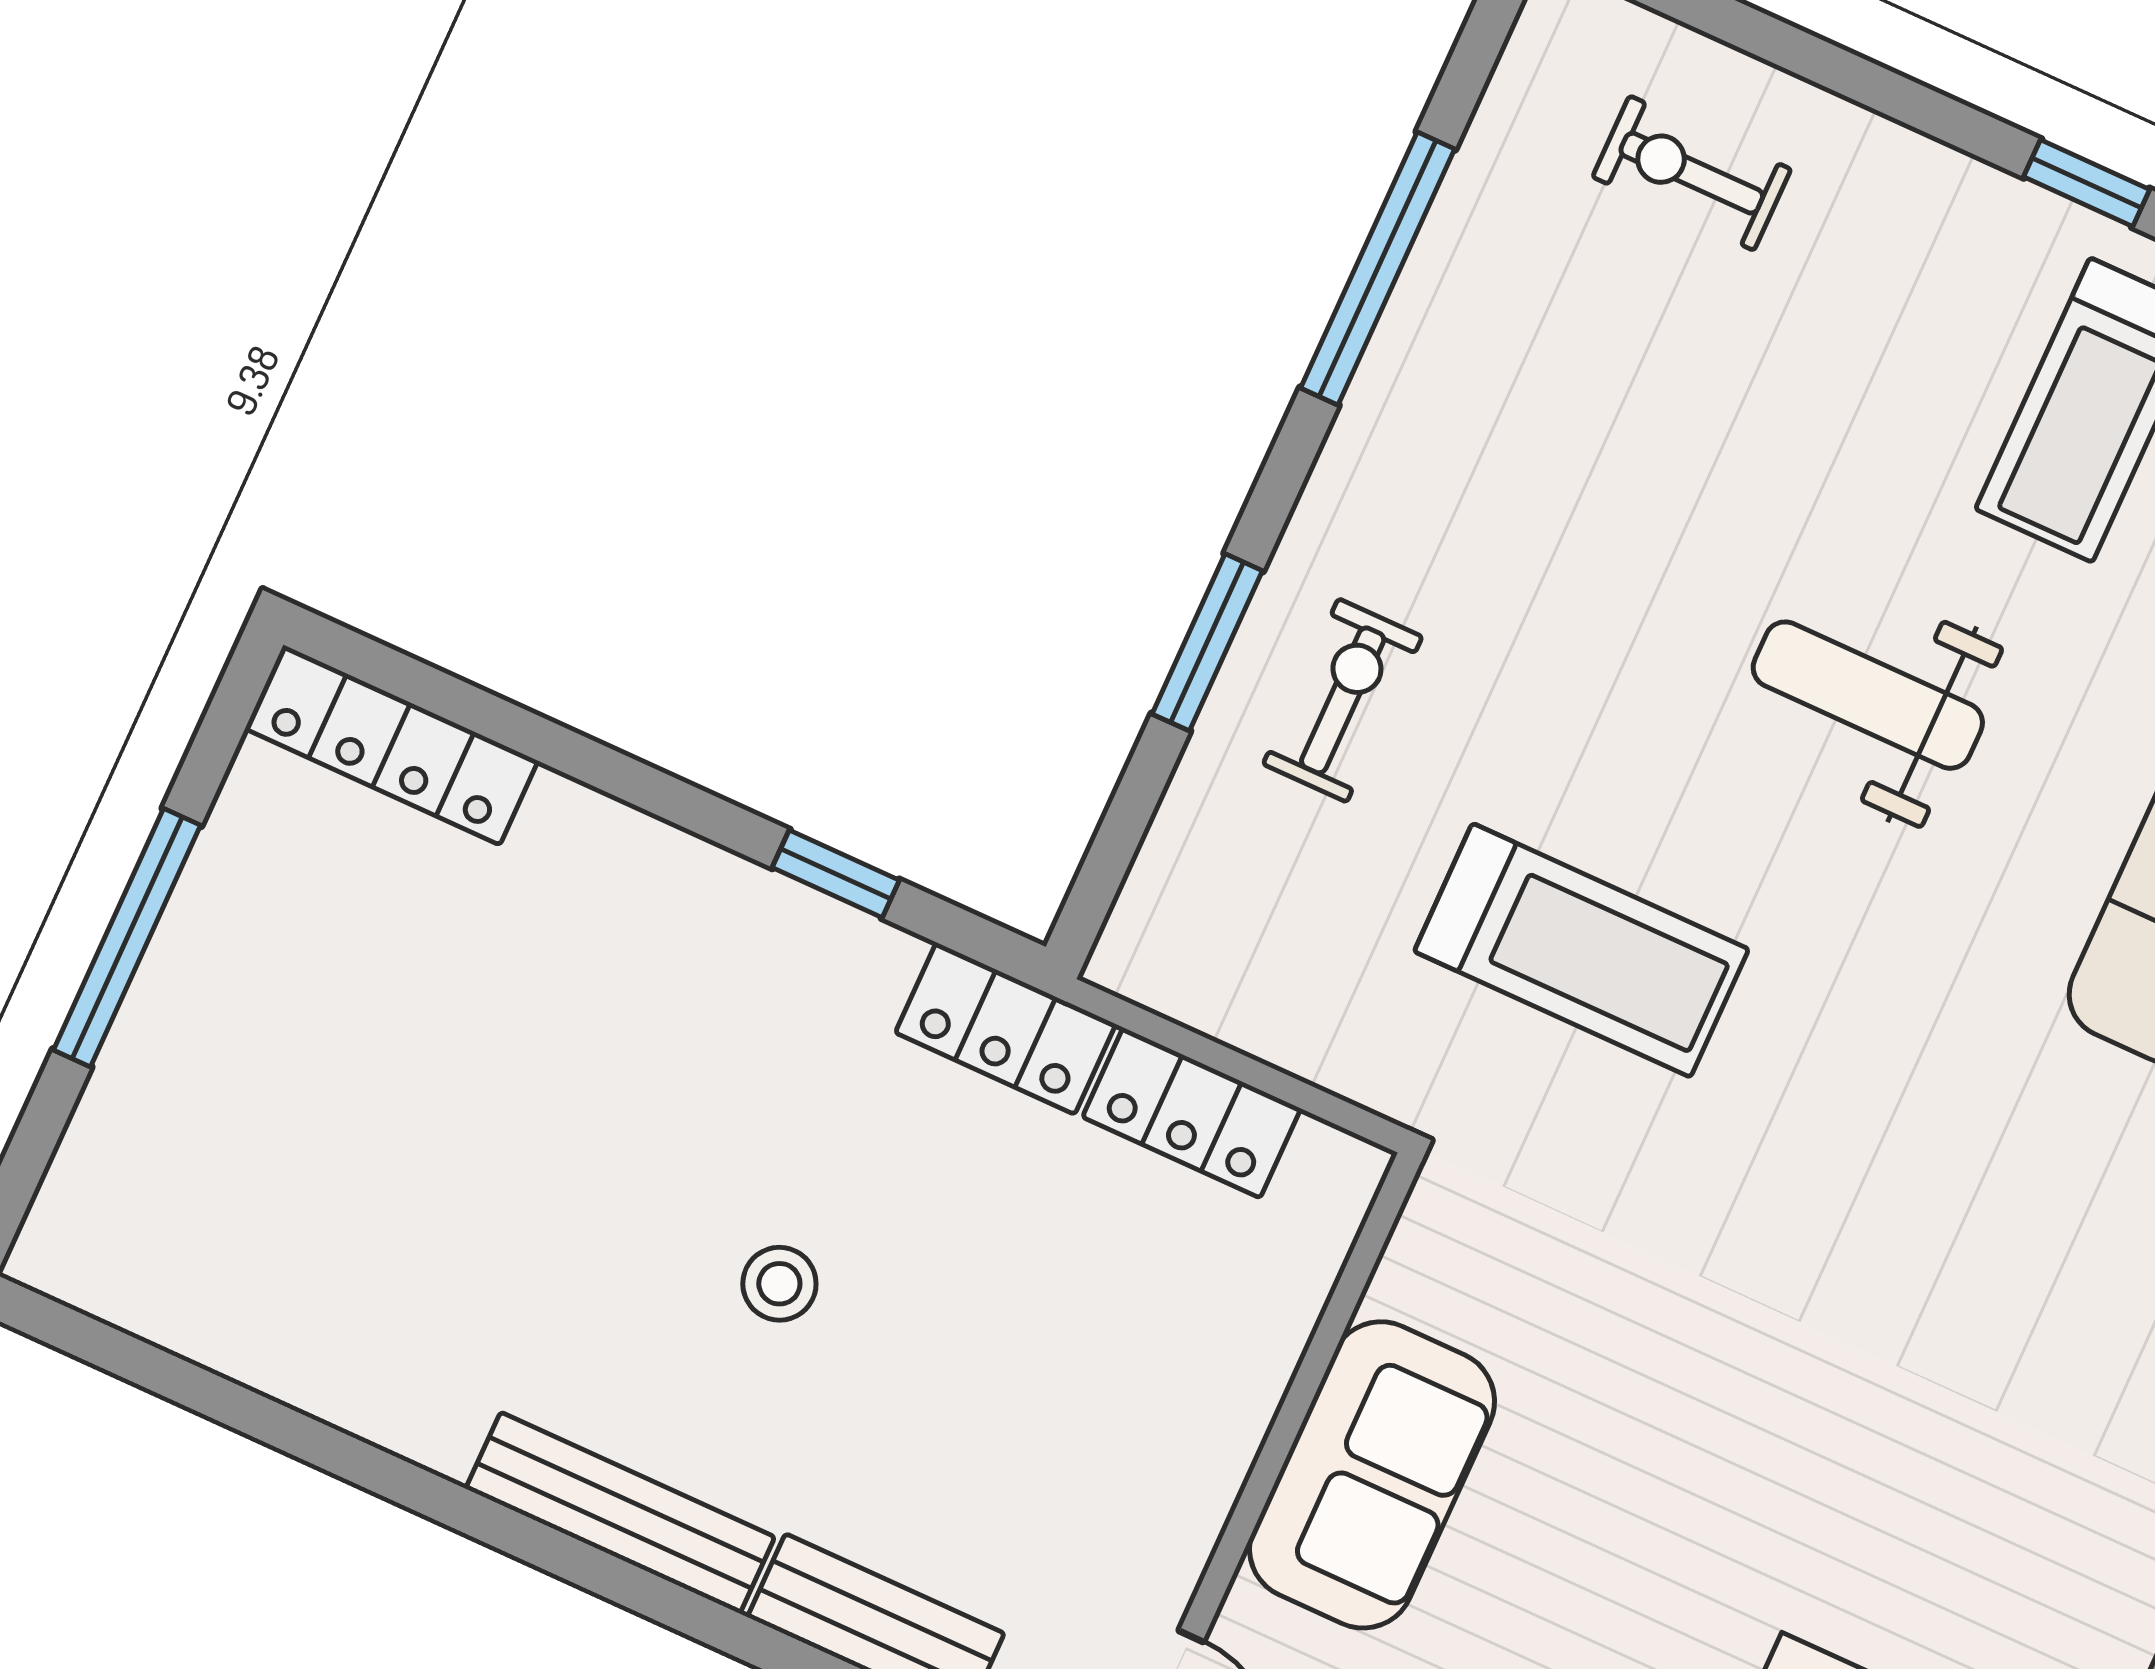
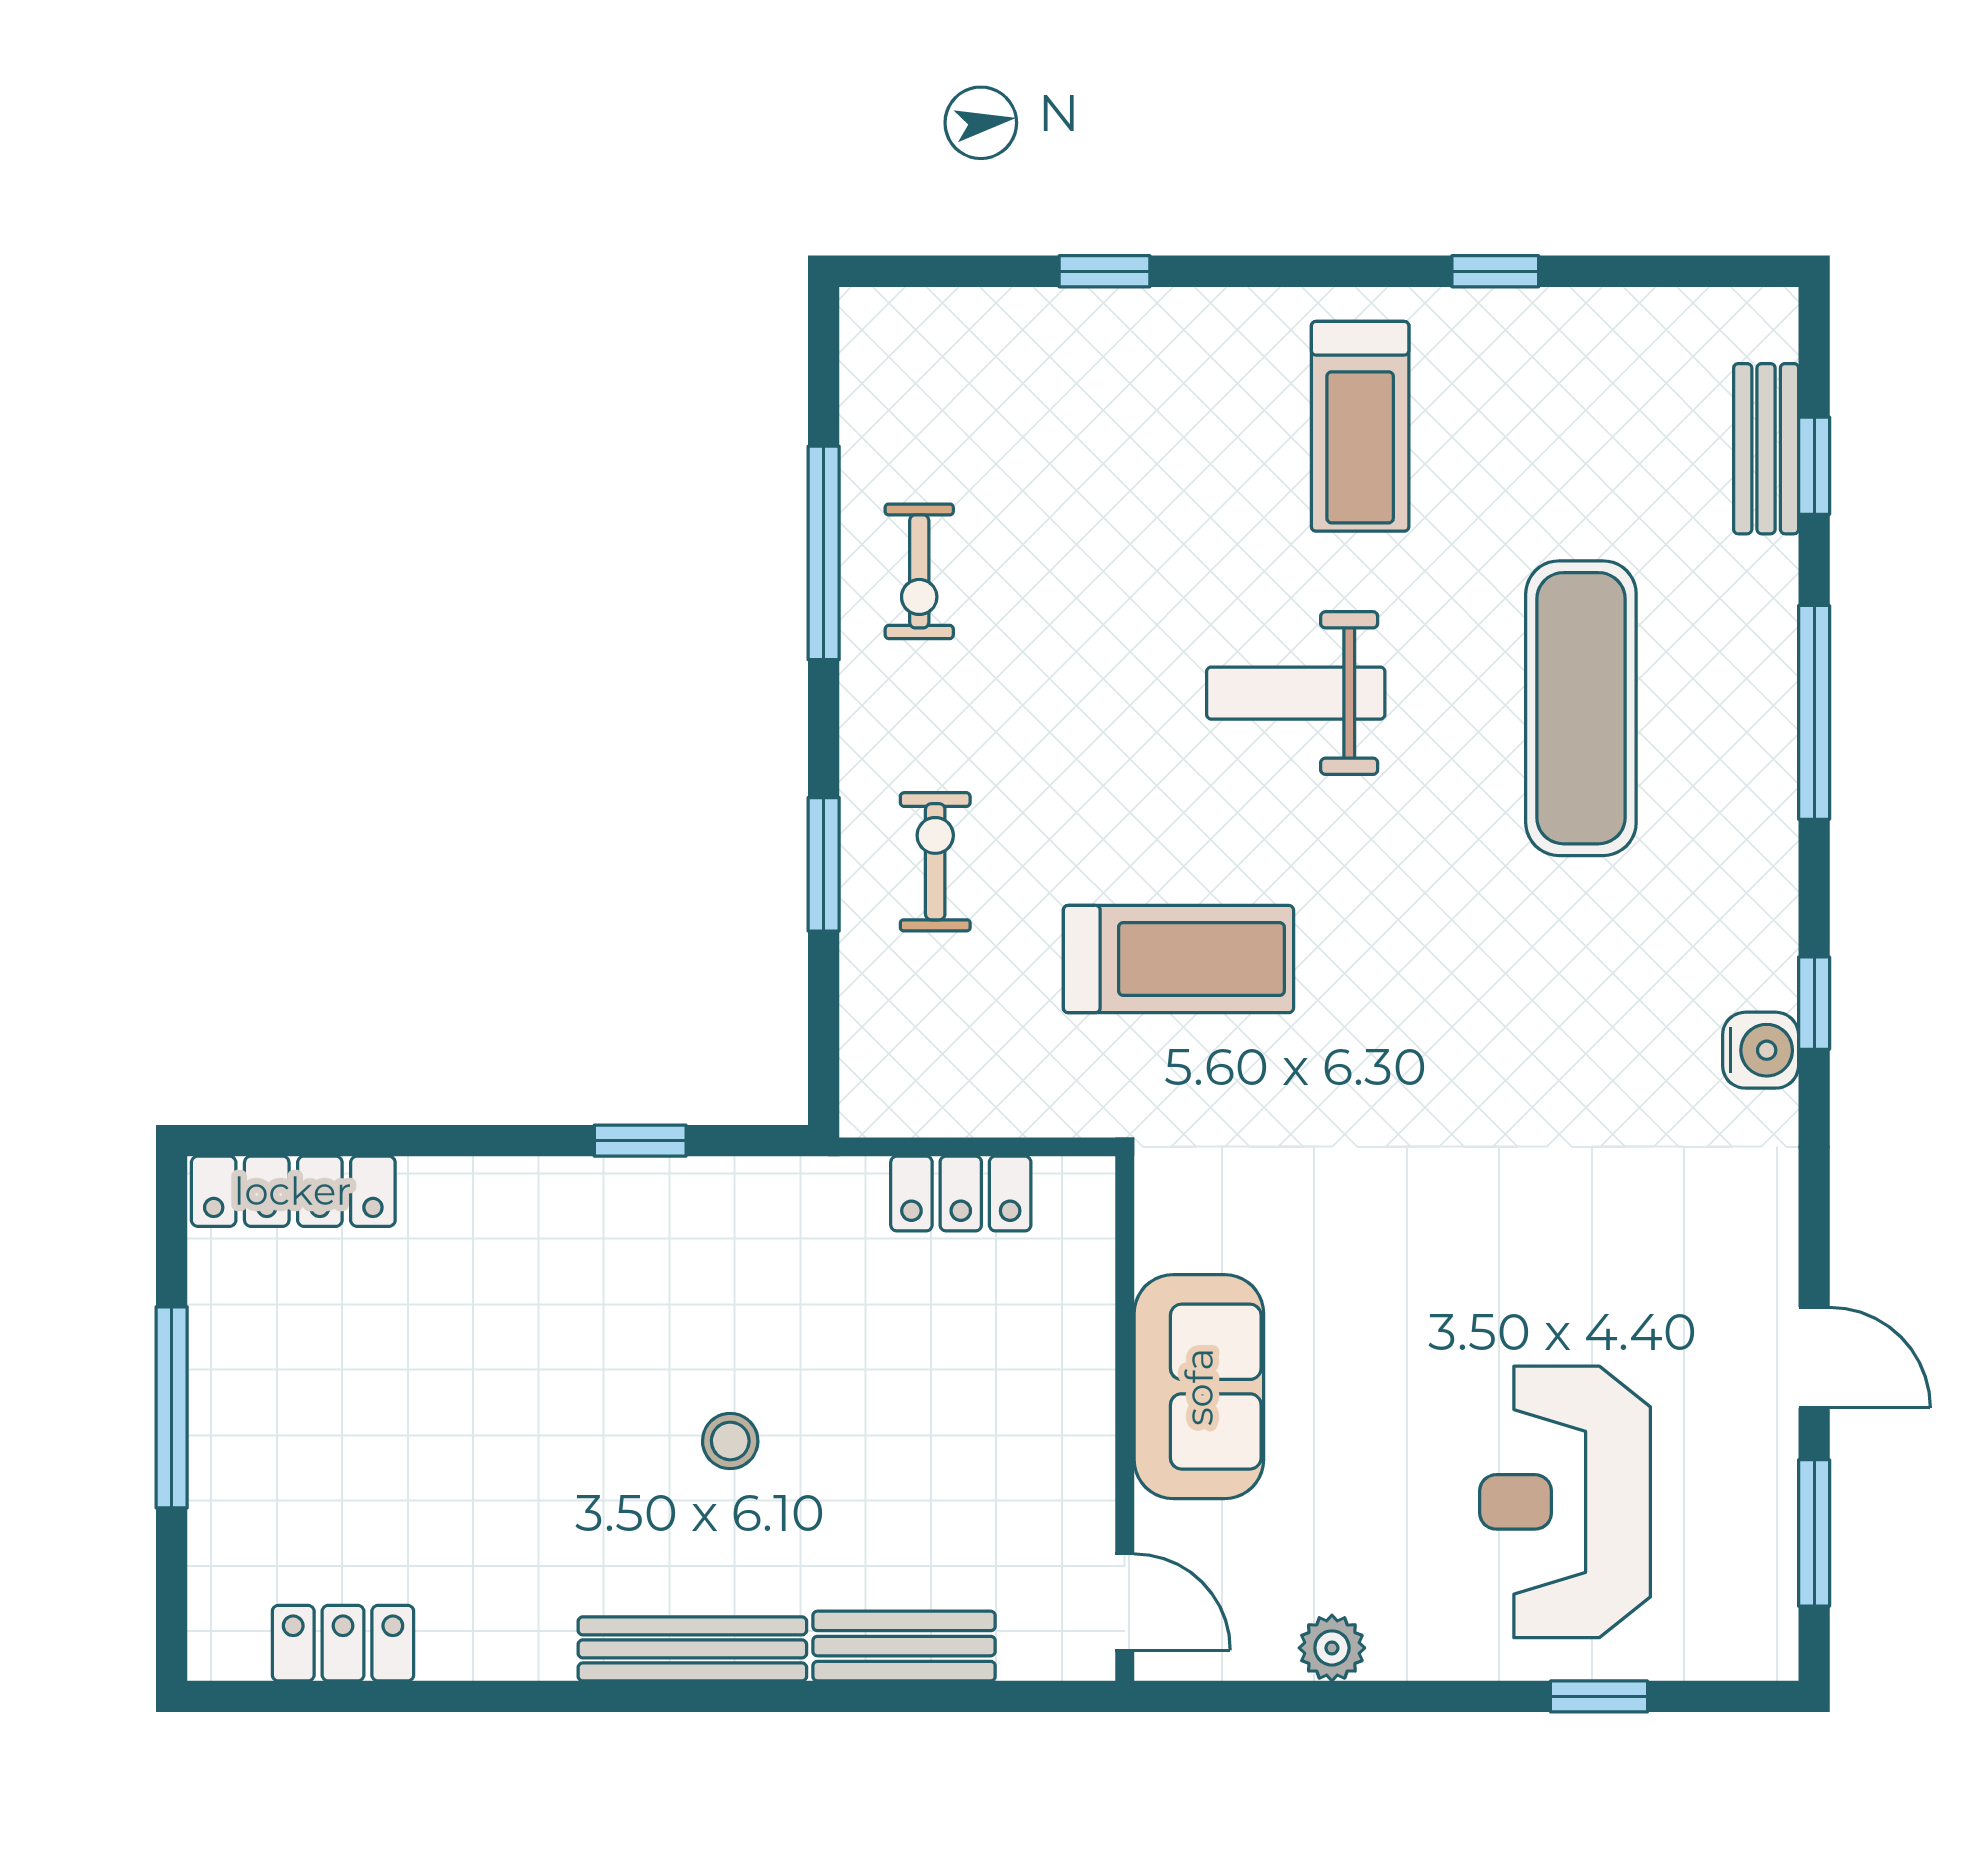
exercise bike: (1692, 173) -> (919, 571), moved, turned -90
window: (2087, 183) -> (1104, 271), moved
locker: (1005, 1028) -> (343, 1643), moved, turned 180

